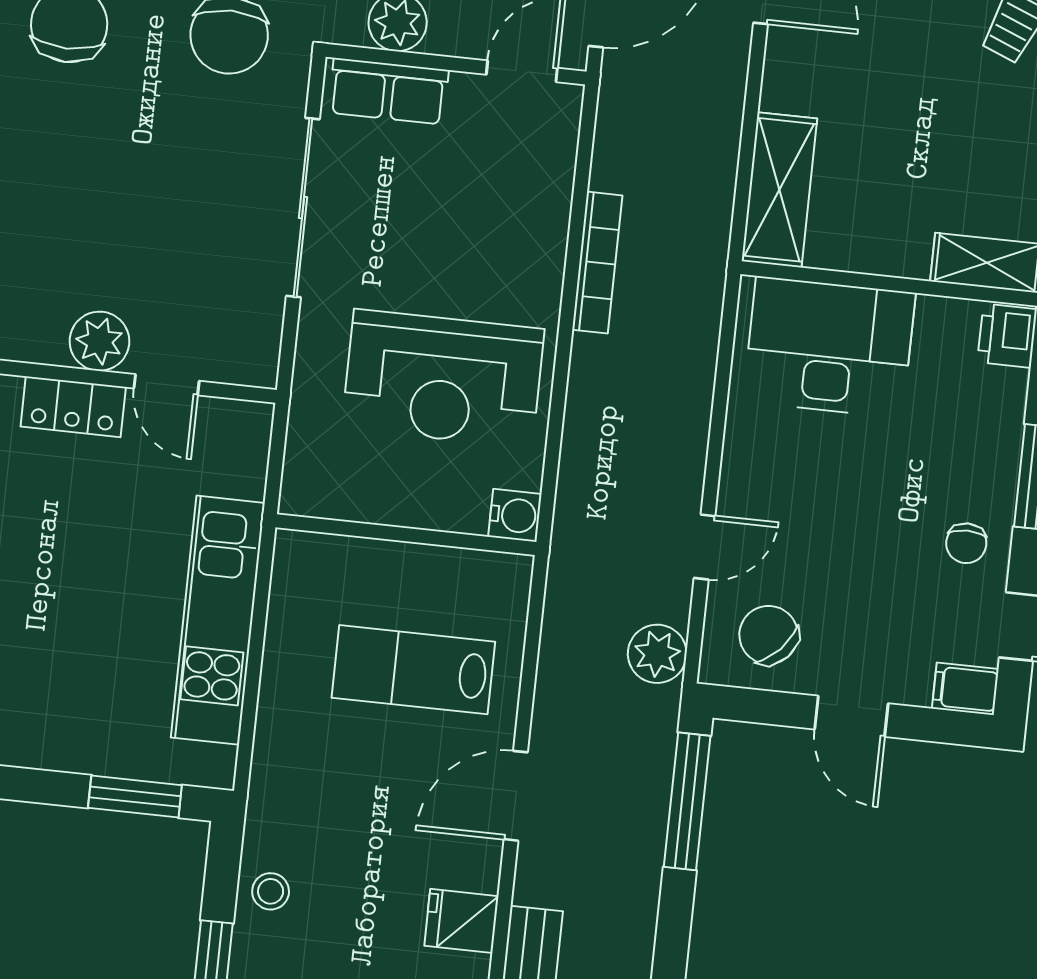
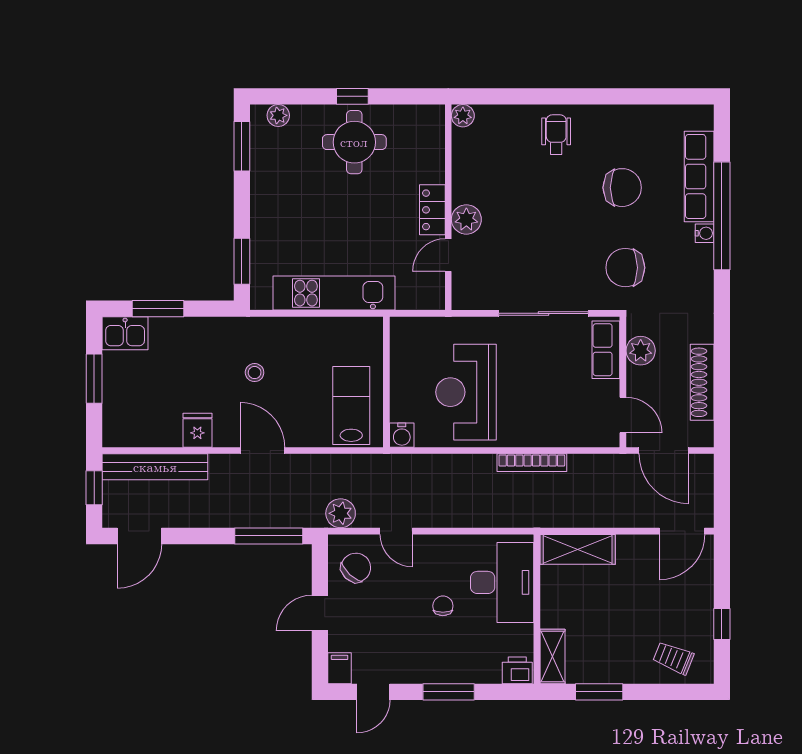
chair: (966, 543) -> (443, 606), moved, turned 90
lab bench: (413, 670) -> (351, 406), moved
stool: (271, 891) -> (255, 373), moved

